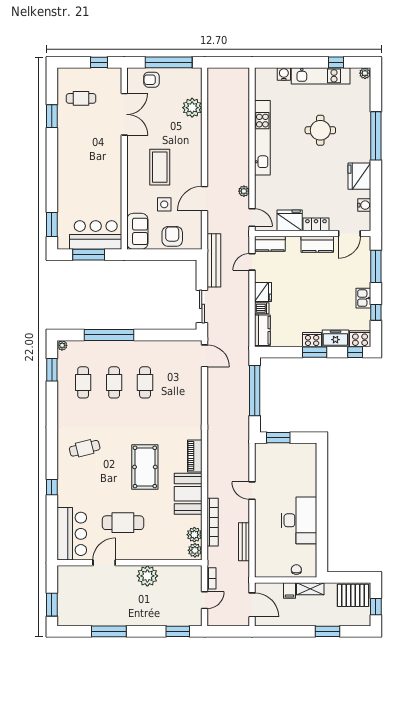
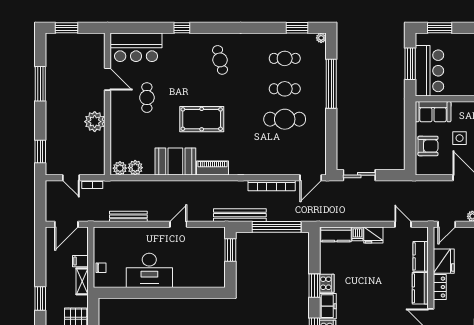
kitchen counter: (270, 244) -> (421, 256), moved
bench: (214, 260) -> (240, 215), moved
cafe table: (145, 382) -> (285, 119), width x1.37, depth x1.35
bookcase: (213, 522) -> (272, 186), moved
cafe table: (123, 523) -> (147, 98), width x0.73, depth x0.74

